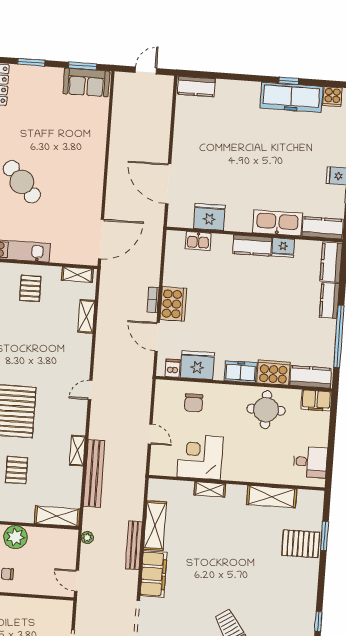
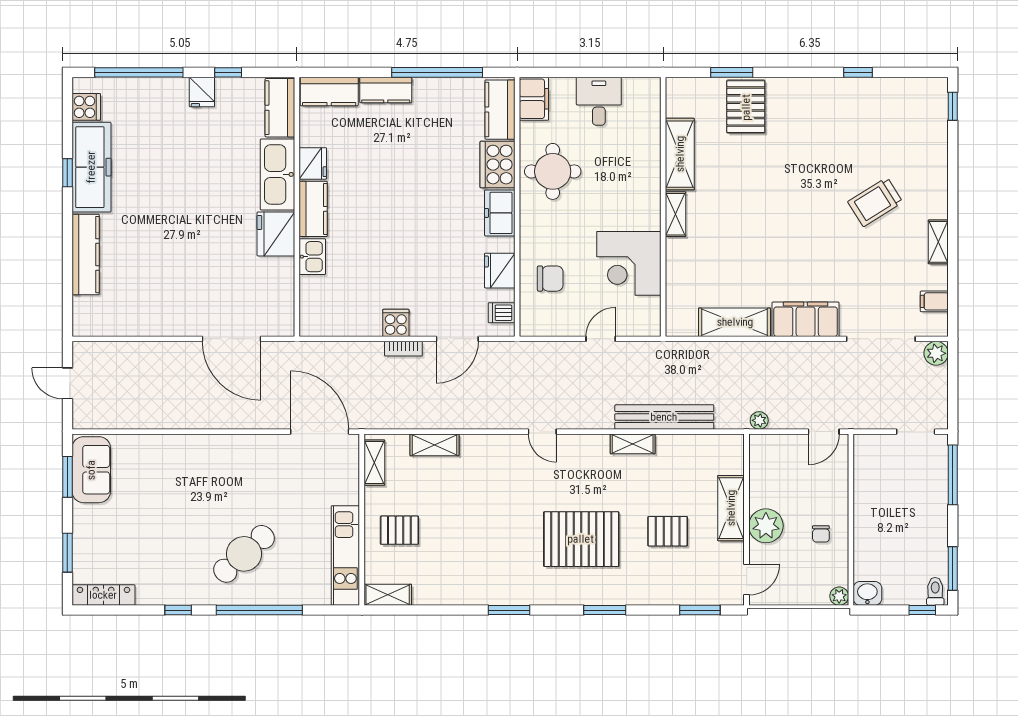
kitchen counter: (196, 86) -> (86, 255), moved, width x1.50
door: (168, 184) -> (232, 339), hinge flipped
fridge: (209, 217) -> (276, 234), moved
kitchen sink: (198, 241) -> (312, 257), moved
cooker: (173, 304) -> (396, 323), width x0.53, depth x0.76
fridge: (197, 365) -> (500, 271), width x0.73, depth x0.75
desk: (310, 462) -> (599, 101), moved
shelving: (210, 489) -> (676, 214), moved
shelving: (57, 516) -> (731, 508), moved
bench: (134, 545) -> (766, 351), removed

